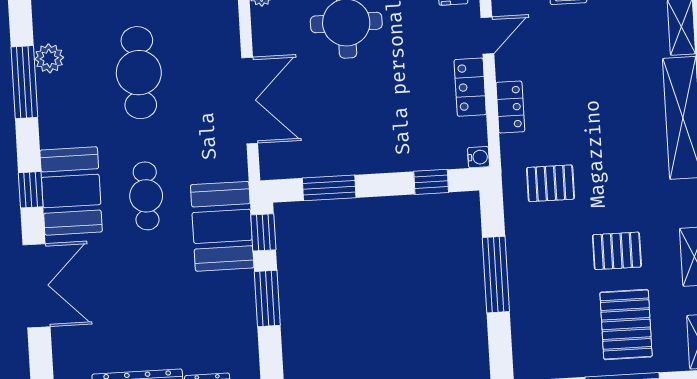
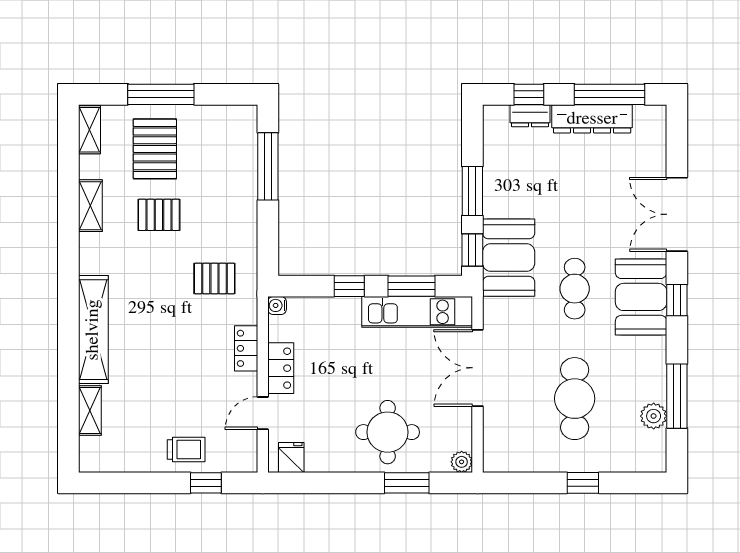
kitchen unit: (321, 159) -> (417, 312), added
window: (431, 182) -> (349, 286), moved
window: (496, 275) -> (268, 166), moved

